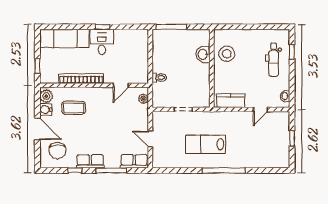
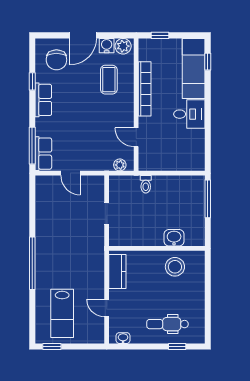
window: (103, 27) -> (208, 62), moved
window: (292, 138) -> (52, 346), moved
door: (150, 139) -> (70, 173), swing flipped
lab bench: (205, 144) -> (62, 313), moved, turned 180
chair: (57, 151) -> (56, 60), turned -90
window: (111, 170) -> (32, 146), moved

